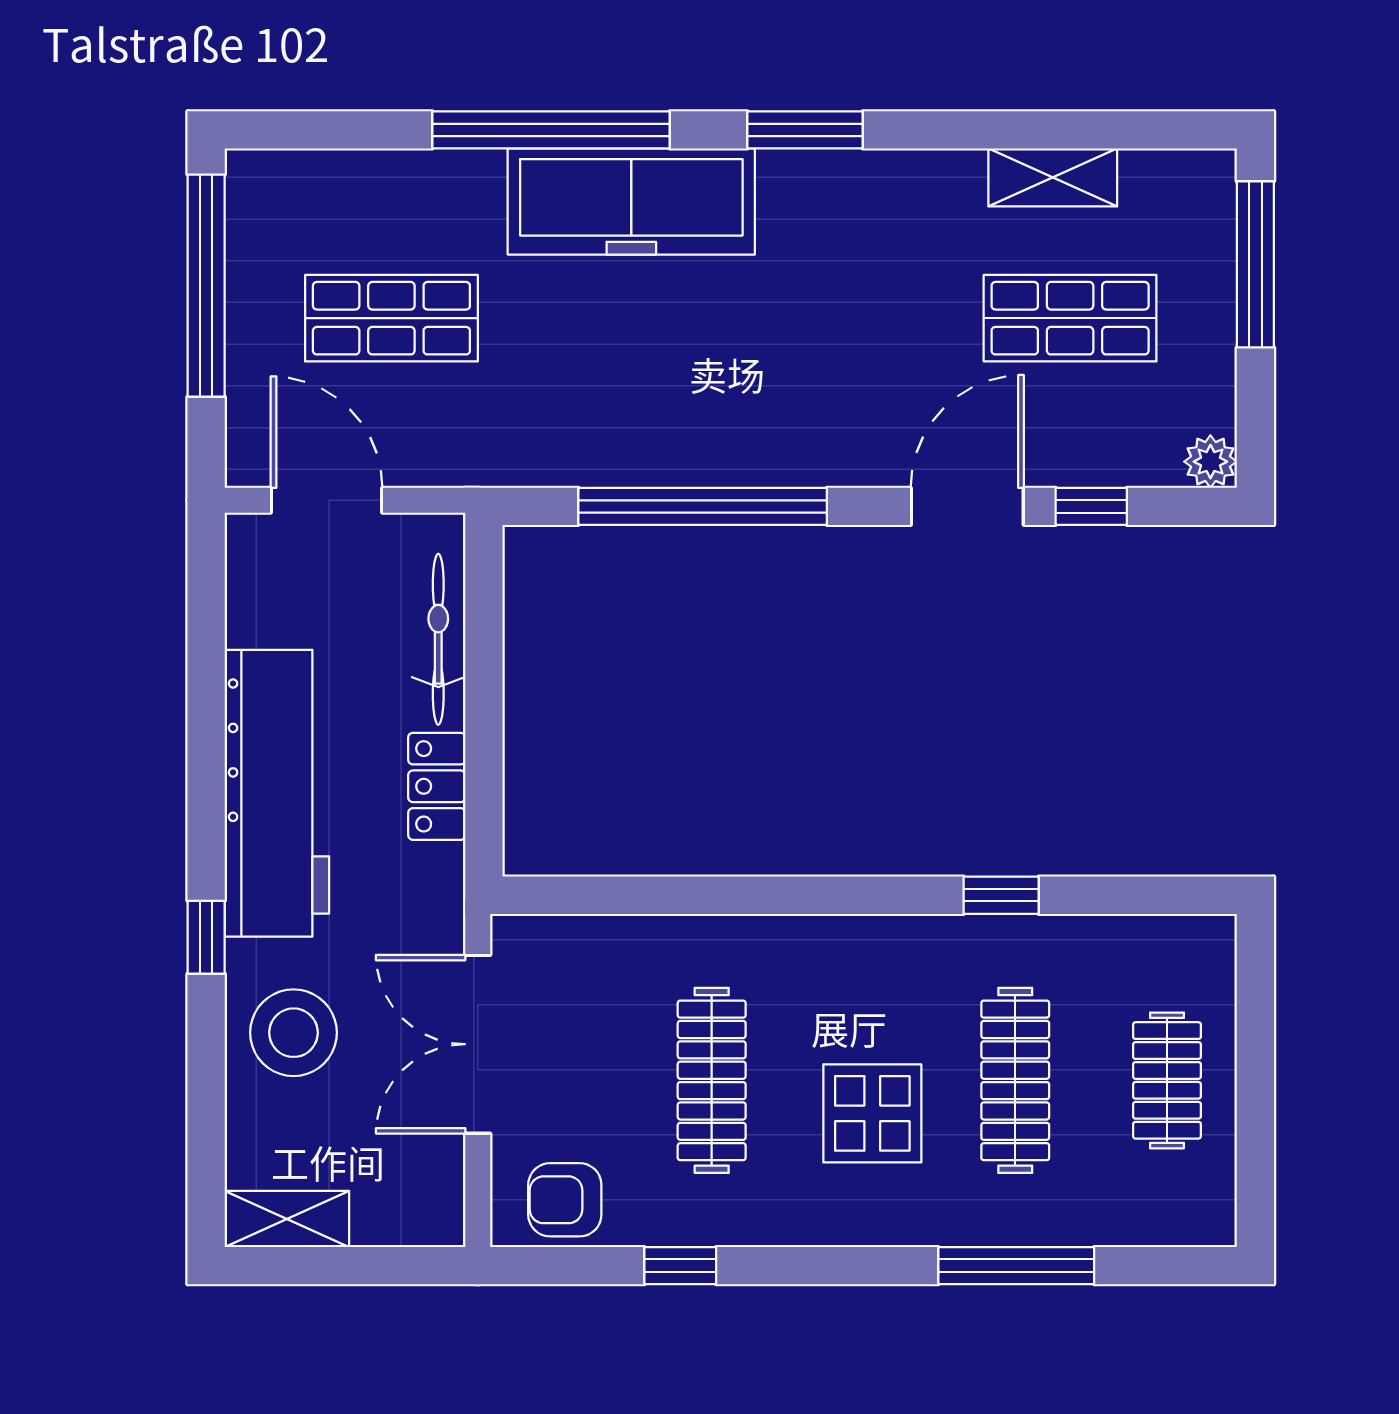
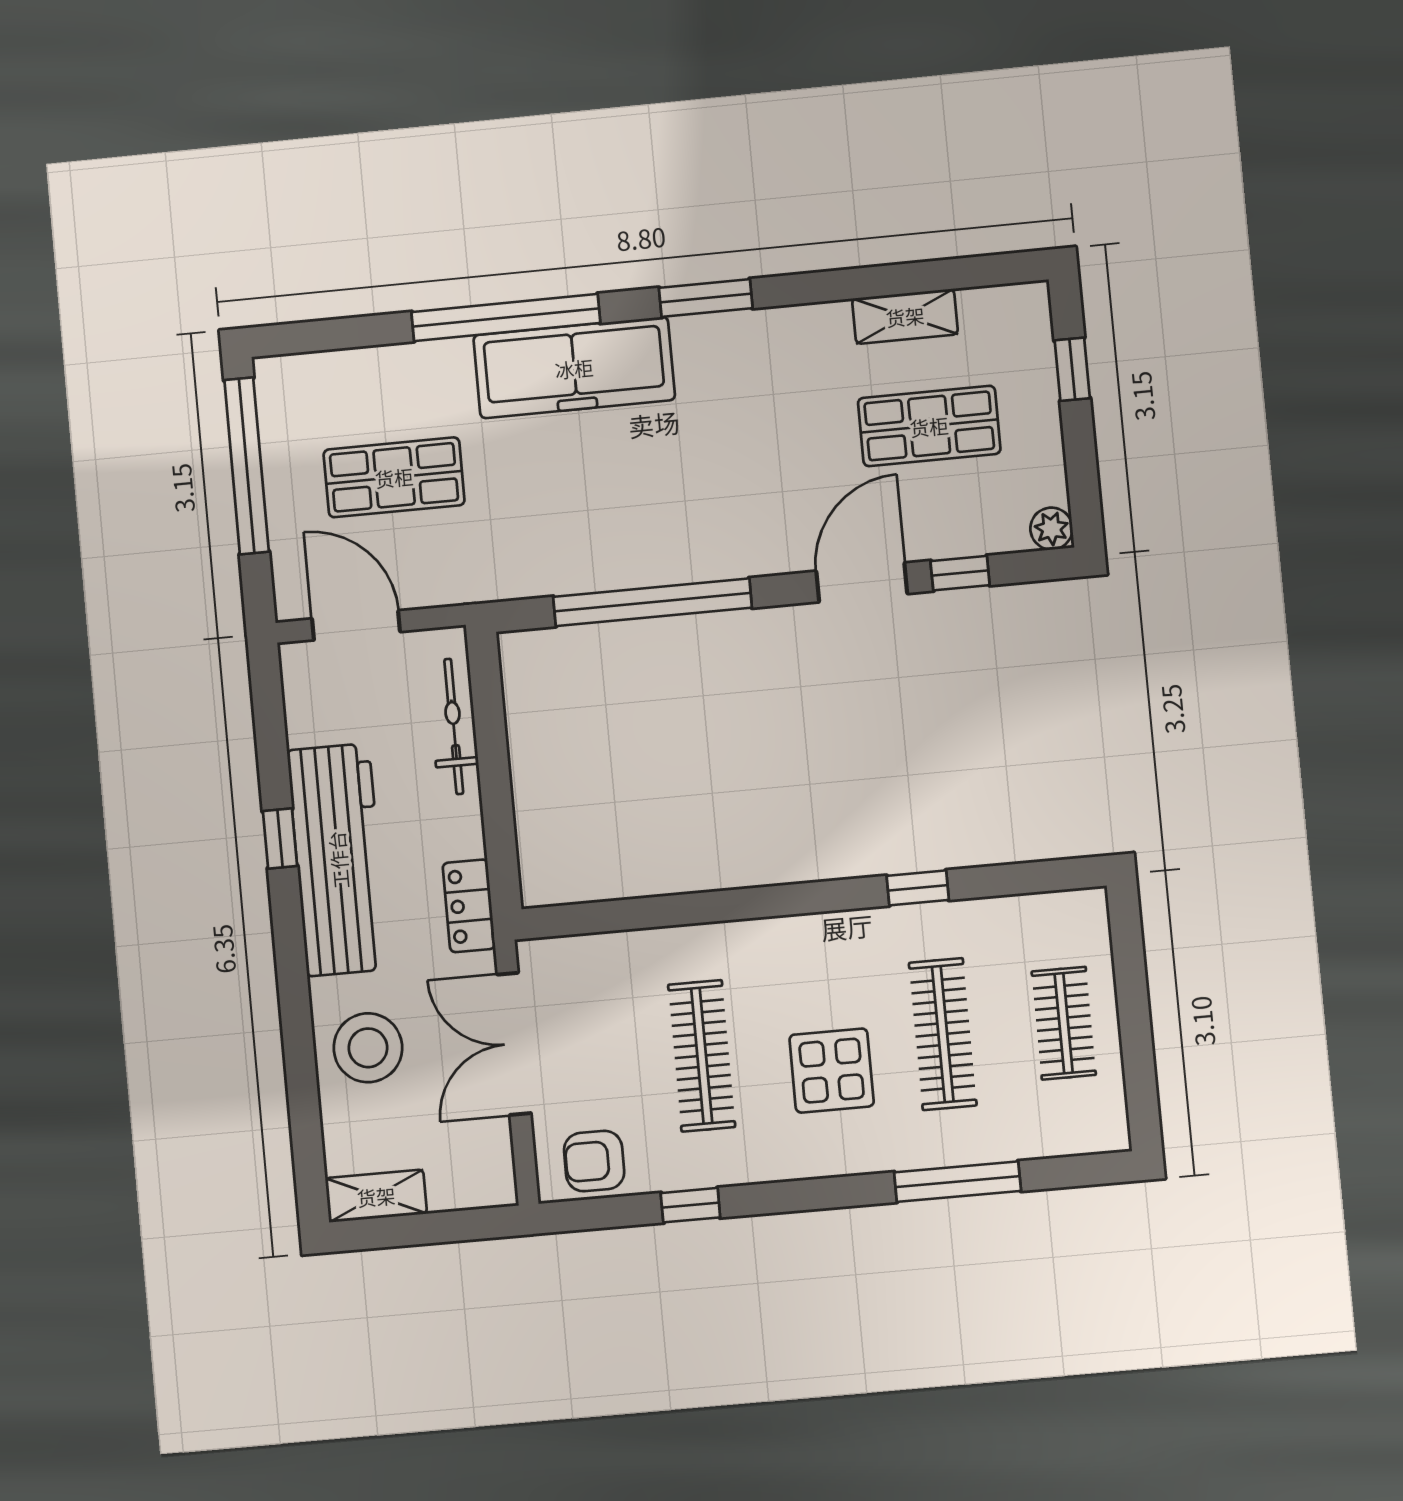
window: (1255, 264) -> (1072, 369), width x0.46
locker: (437, 786) -> (469, 906), moved
window: (206, 937) -> (280, 838), moved

